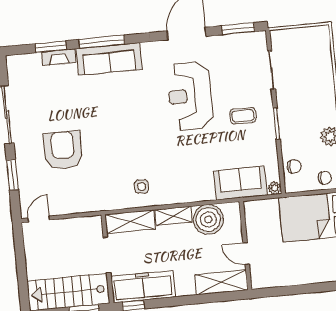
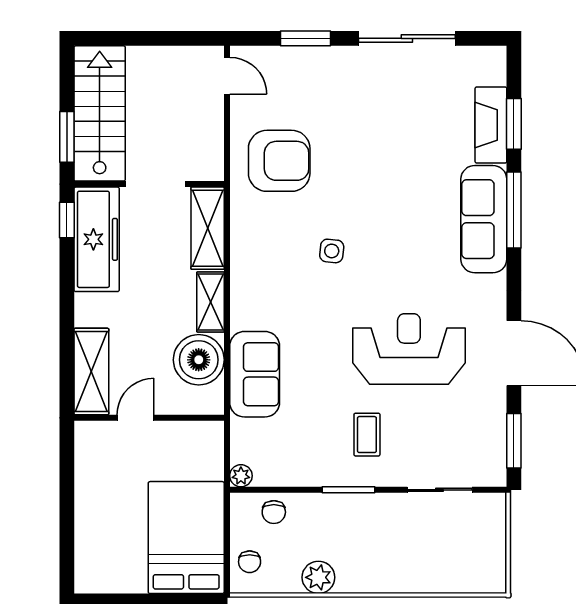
fireplace: (59, 57) -> (491, 125), width x1.37, depth x1.32
armchair: (63, 150) -> (279, 161), moved
sofa: (240, 183) -> (255, 374), moved
side table: (142, 187) -> (332, 251), moved

